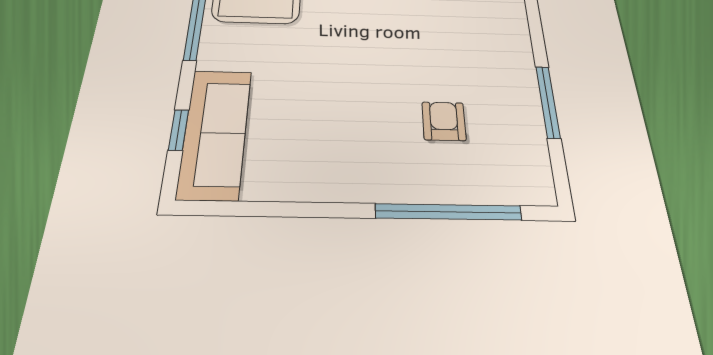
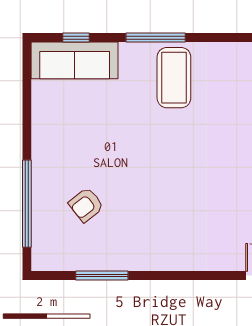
armchair: (444, 121) -> (86, 205), turned 142

